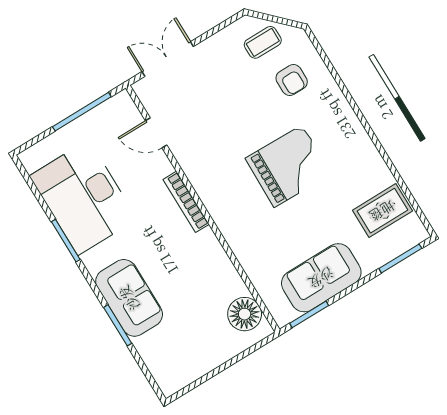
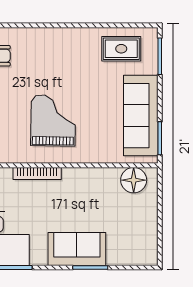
grand piano: (288, 166) -> (53, 120), moved
rug: (382, 211) -> (121, 49), turned 90
sofa: (321, 278) -> (141, 116), width x1.36

